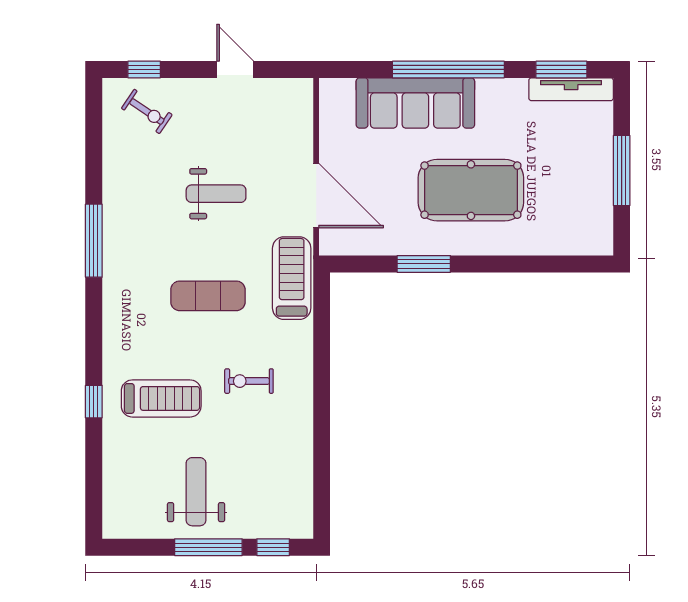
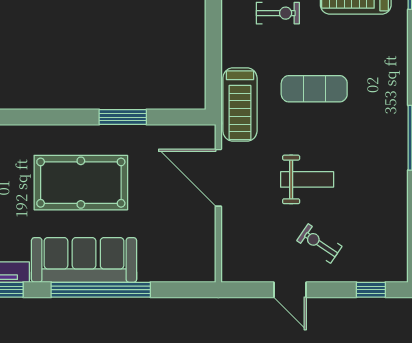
sofa: (415, 103) -> (84, 260), moved
exercise bike: (147, 112) -> (319, 244), moved
weight bench: (216, 194) -> (307, 179), turned 180

